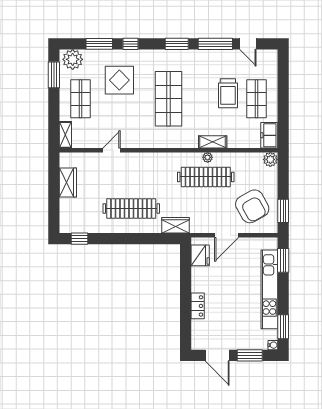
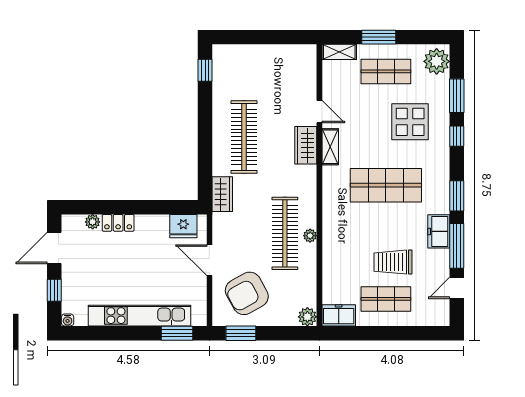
freezer: (204, 58) -> (439, 231), added
window: (54, 75) -> (379, 37), moved
shelving: (213, 142) -> (330, 147), moved
wardrobe: (68, 182) -> (306, 145), moved, turned 90
plant: (197, 326) -> (93, 222), added
window: (283, 327) -> (91, 333), removed
window: (250, 355) -> (54, 290), width x0.67

